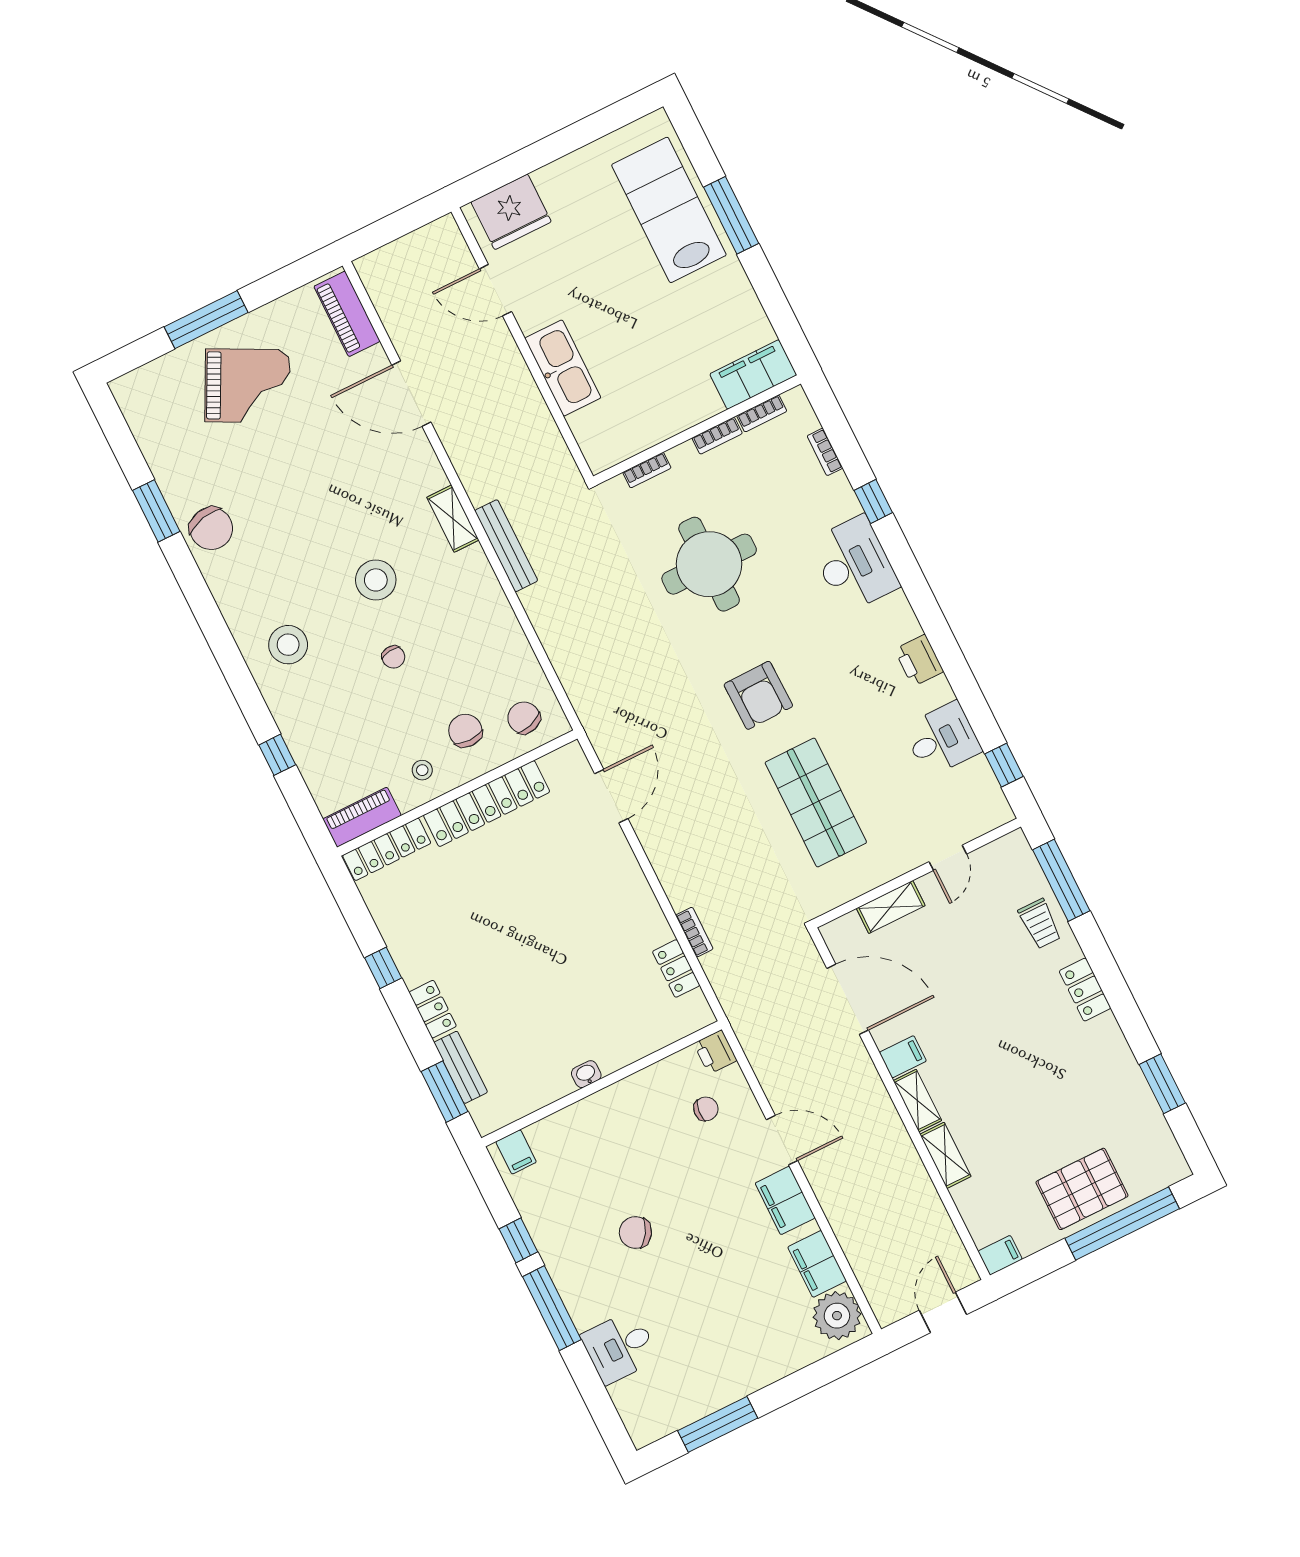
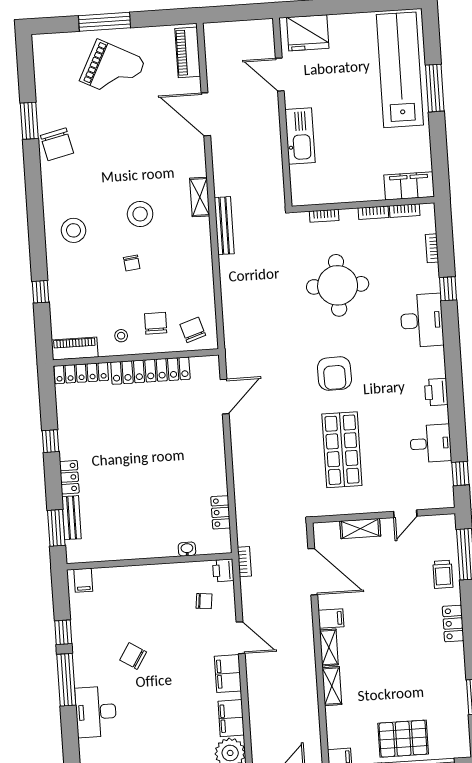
lab bench: (669, 210) -> (400, 70), width x1.36
bookcase: (694, 932) -> (244, 562), moved
washbasin: (586, 1074) -> (187, 549), moved
desk: (620, 1347) -> (96, 712), width x1.37

